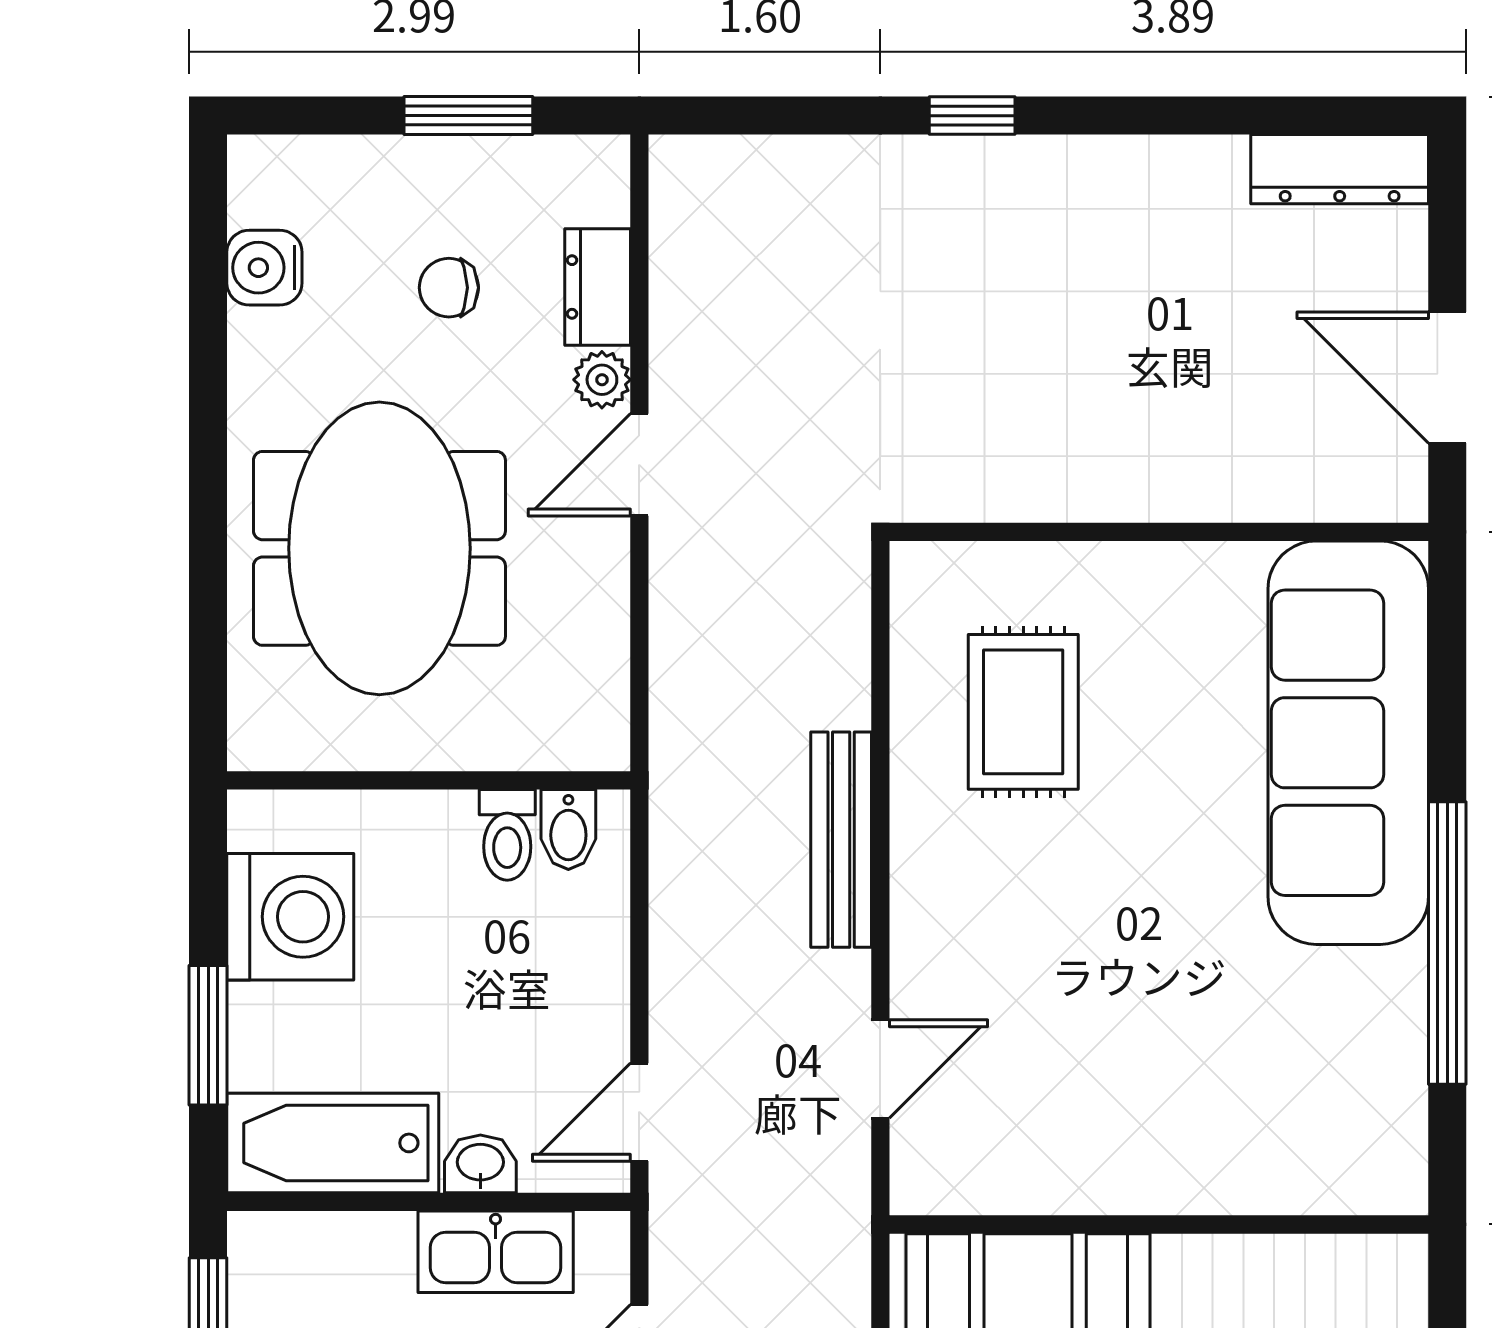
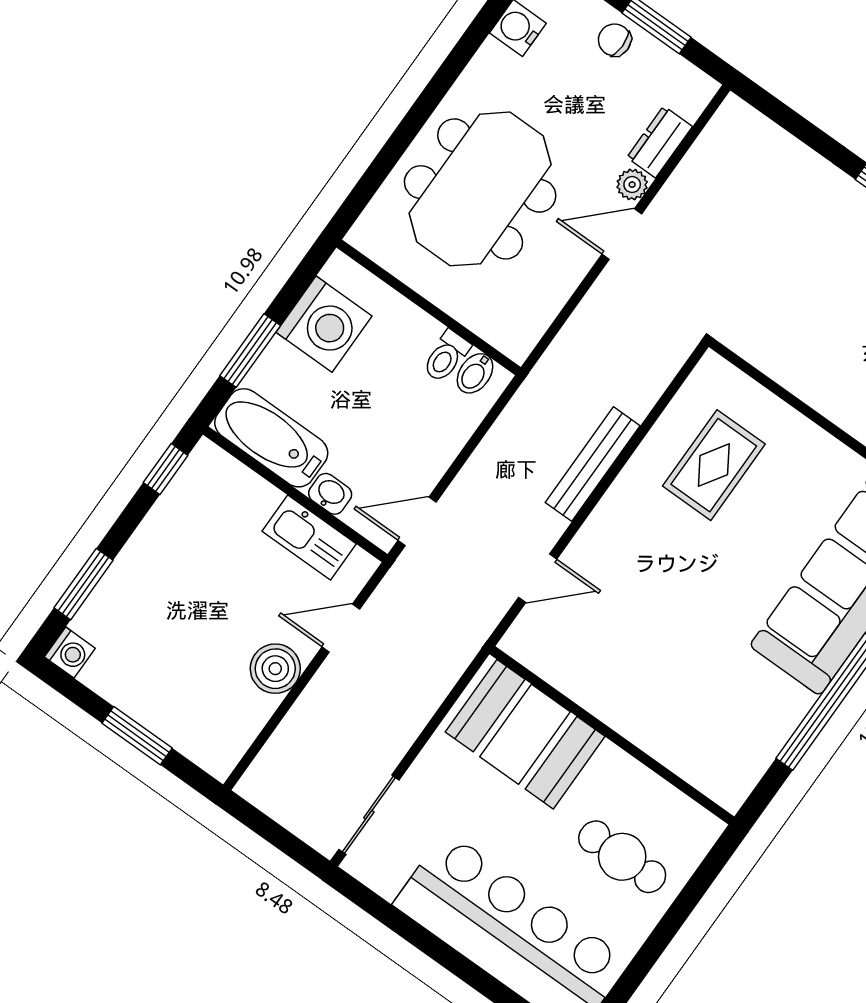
chair: (449, 288) -> (615, 40), moved

